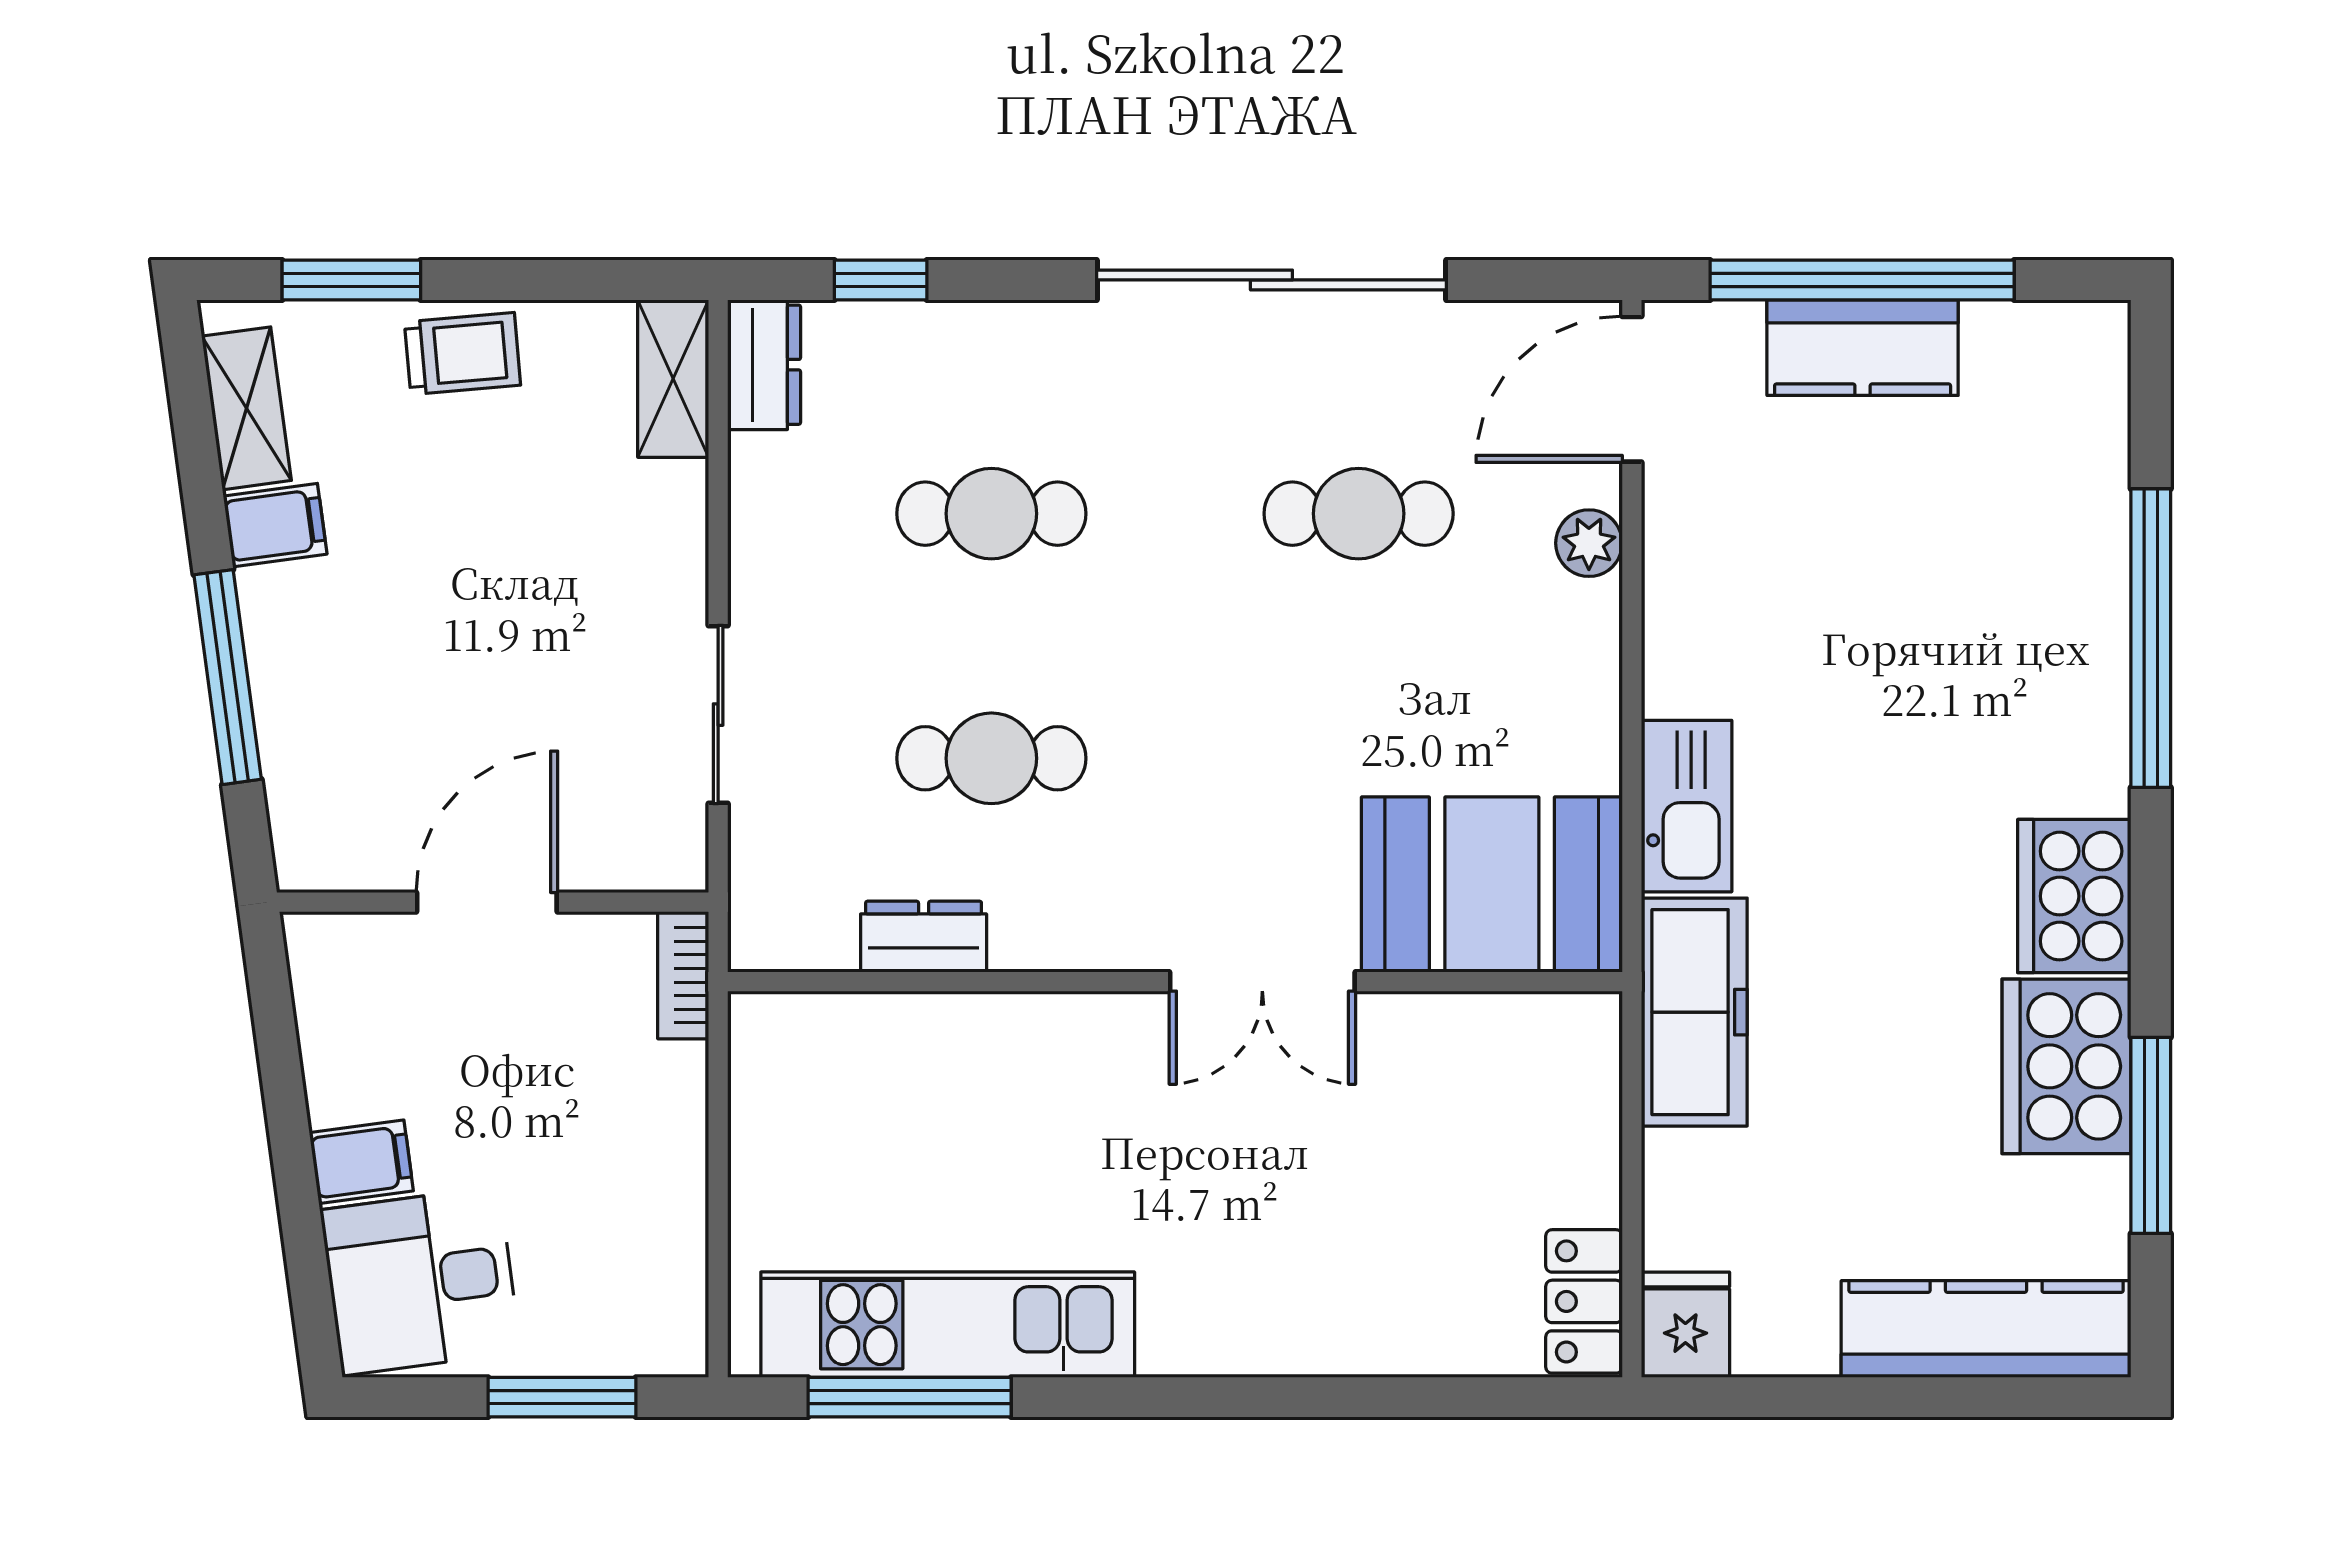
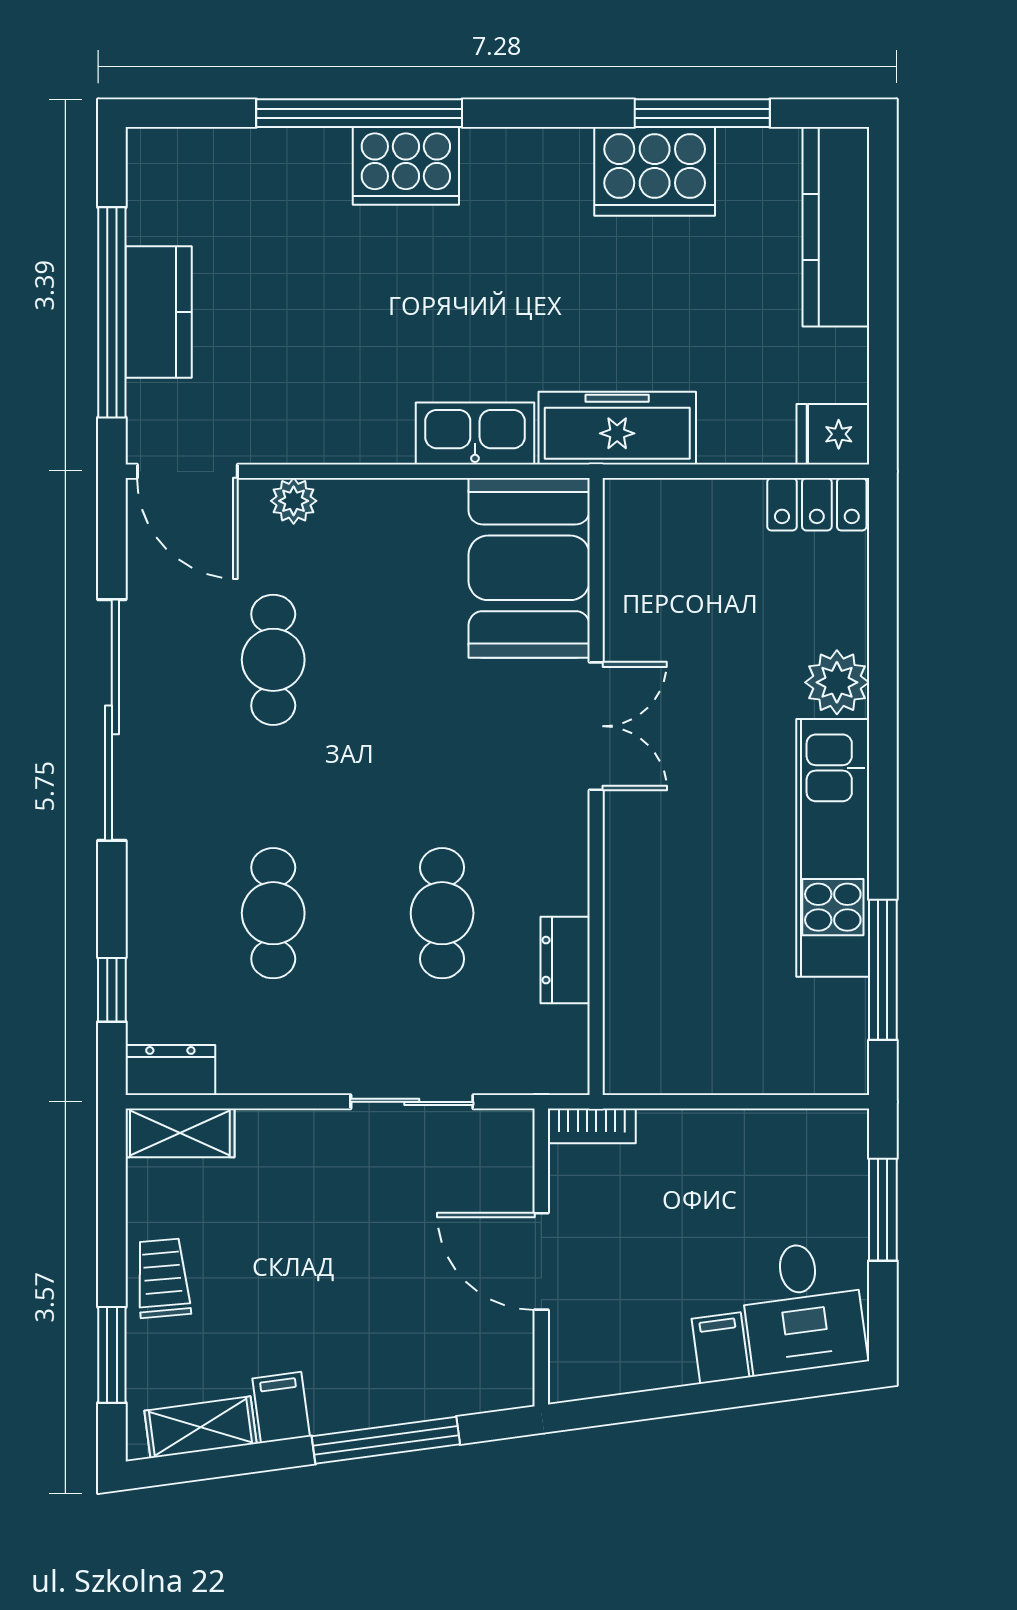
cooker: (2074, 896) -> (406, 166), moved
kitchen unit: (948, 1325) -> (833, 848), moved
plant: (1326, 1331) -> (837, 682), added

